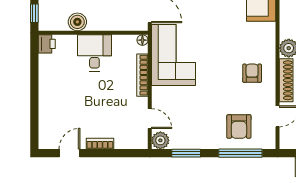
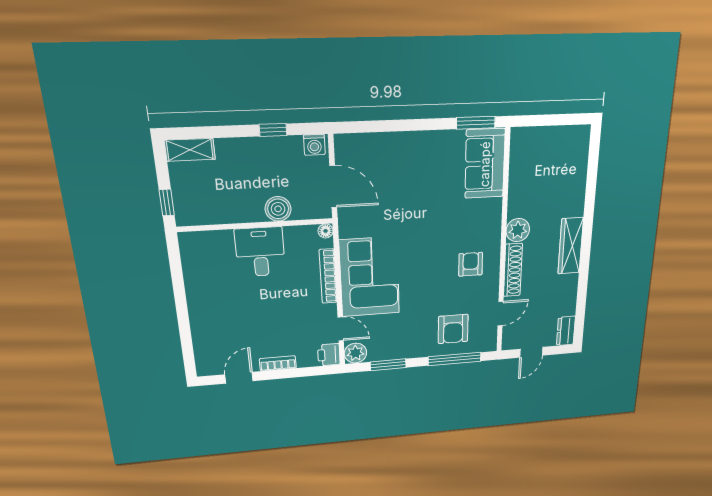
boiler: (77, 22) -> (278, 209), moved
printer: (47, 44) -> (329, 355), moved, turned 180
corner sofa: (174, 55) -> (370, 277), moved

